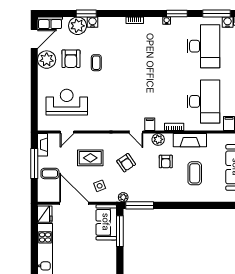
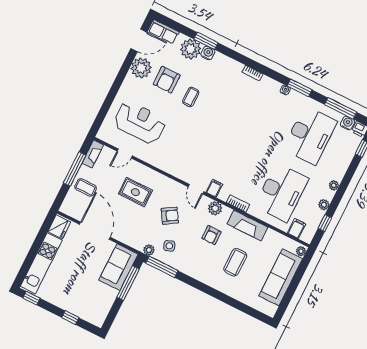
armchair: (126, 163) -> (170, 216), turned -88
side table: (100, 186) -> (169, 246), moved

